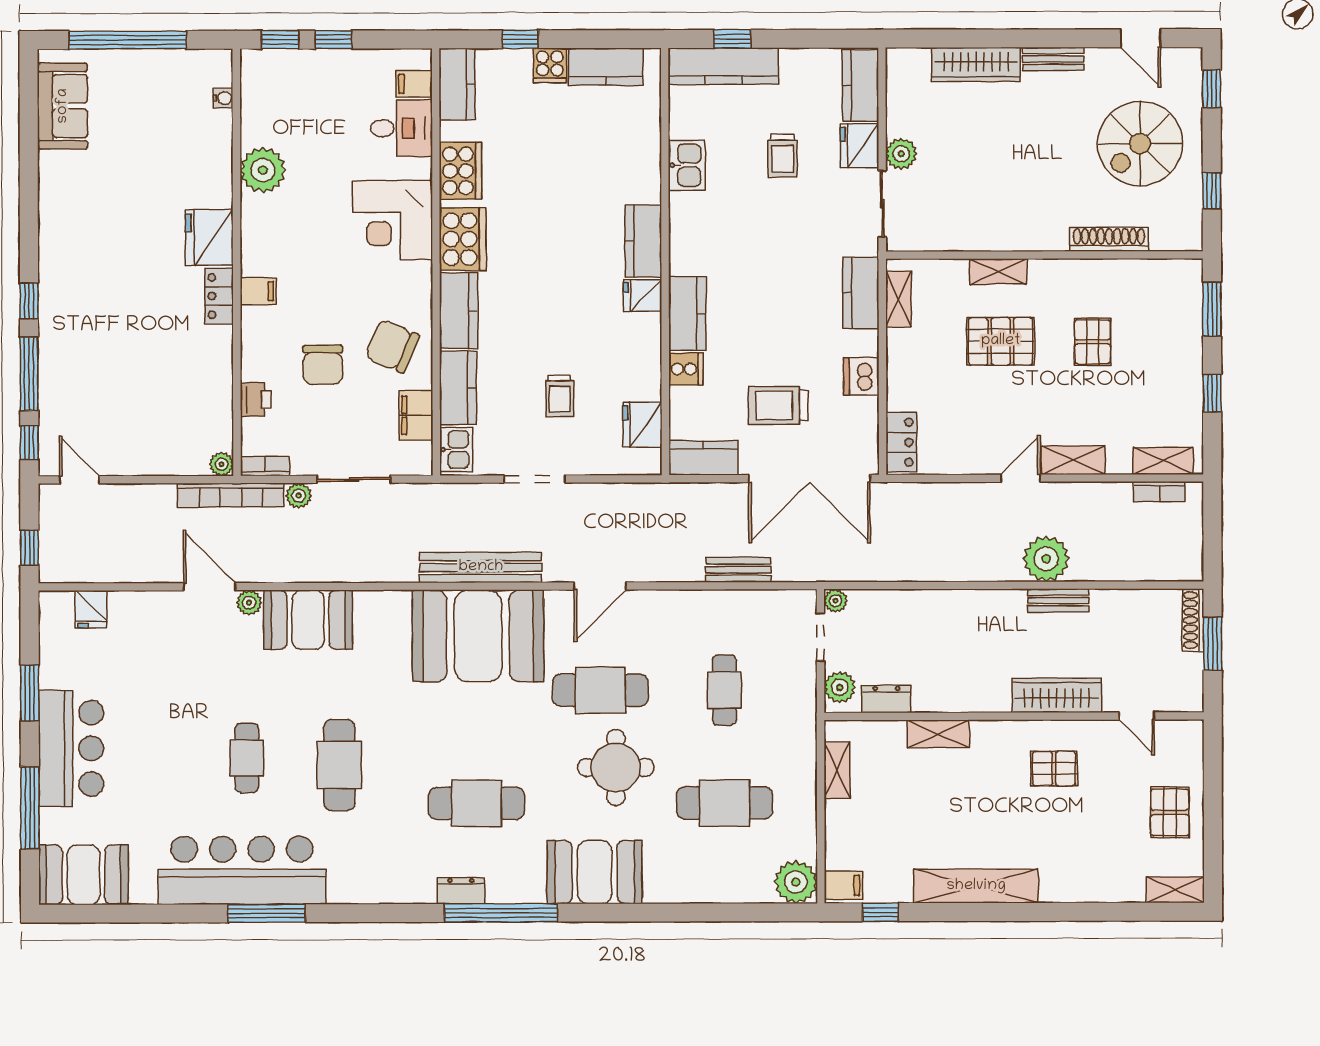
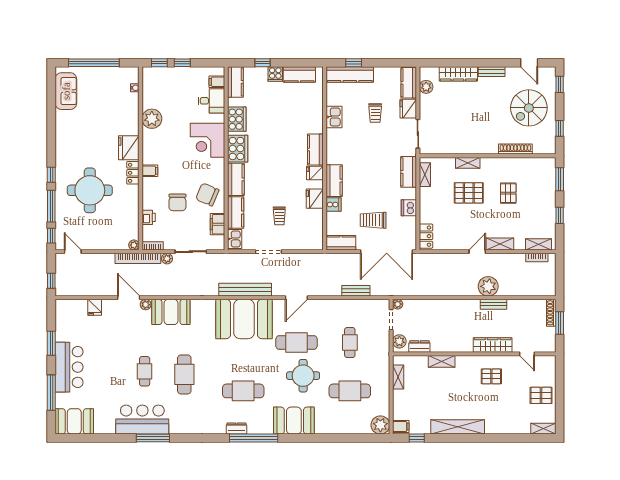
plant: (901, 154) -> (426, 87), moved
round table: (119, 337) -> (90, 190), added
fridge: (642, 425) -> (315, 199), moved
fridge: (91, 609) -> (95, 307), moved
pallet: (1170, 812) -> (541, 395), turned 90
bar counter: (242, 870) -> (142, 420), width x0.73

